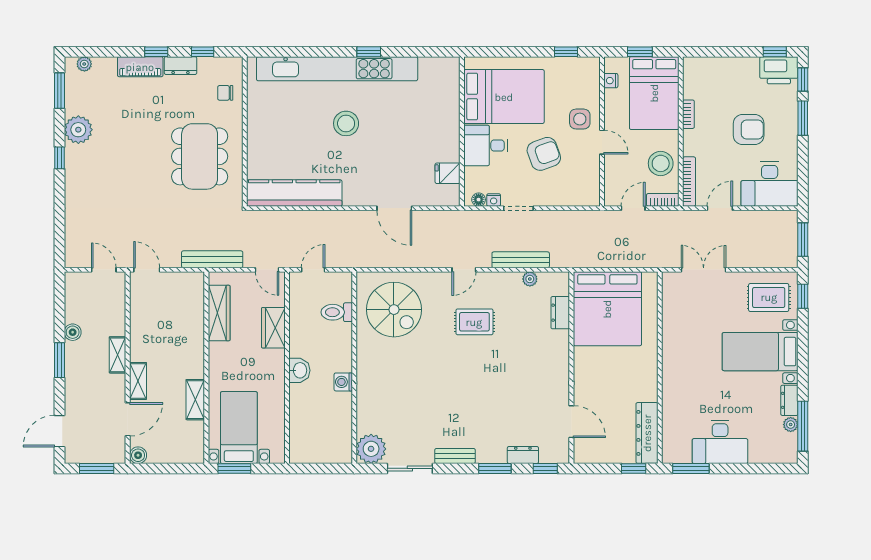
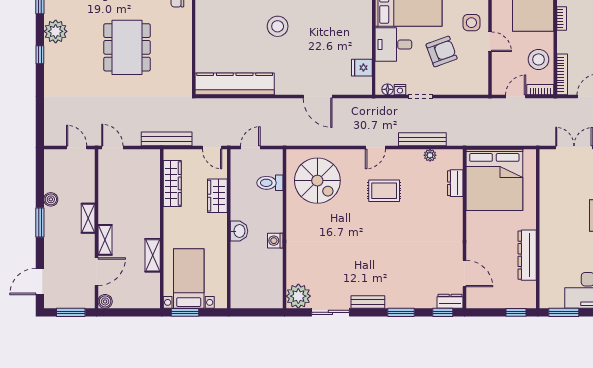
dining table: (200, 156) -> (127, 47), moved
dresser: (647, 433) -> (527, 255), moved
dresser: (523, 455) -> (450, 301), moved

